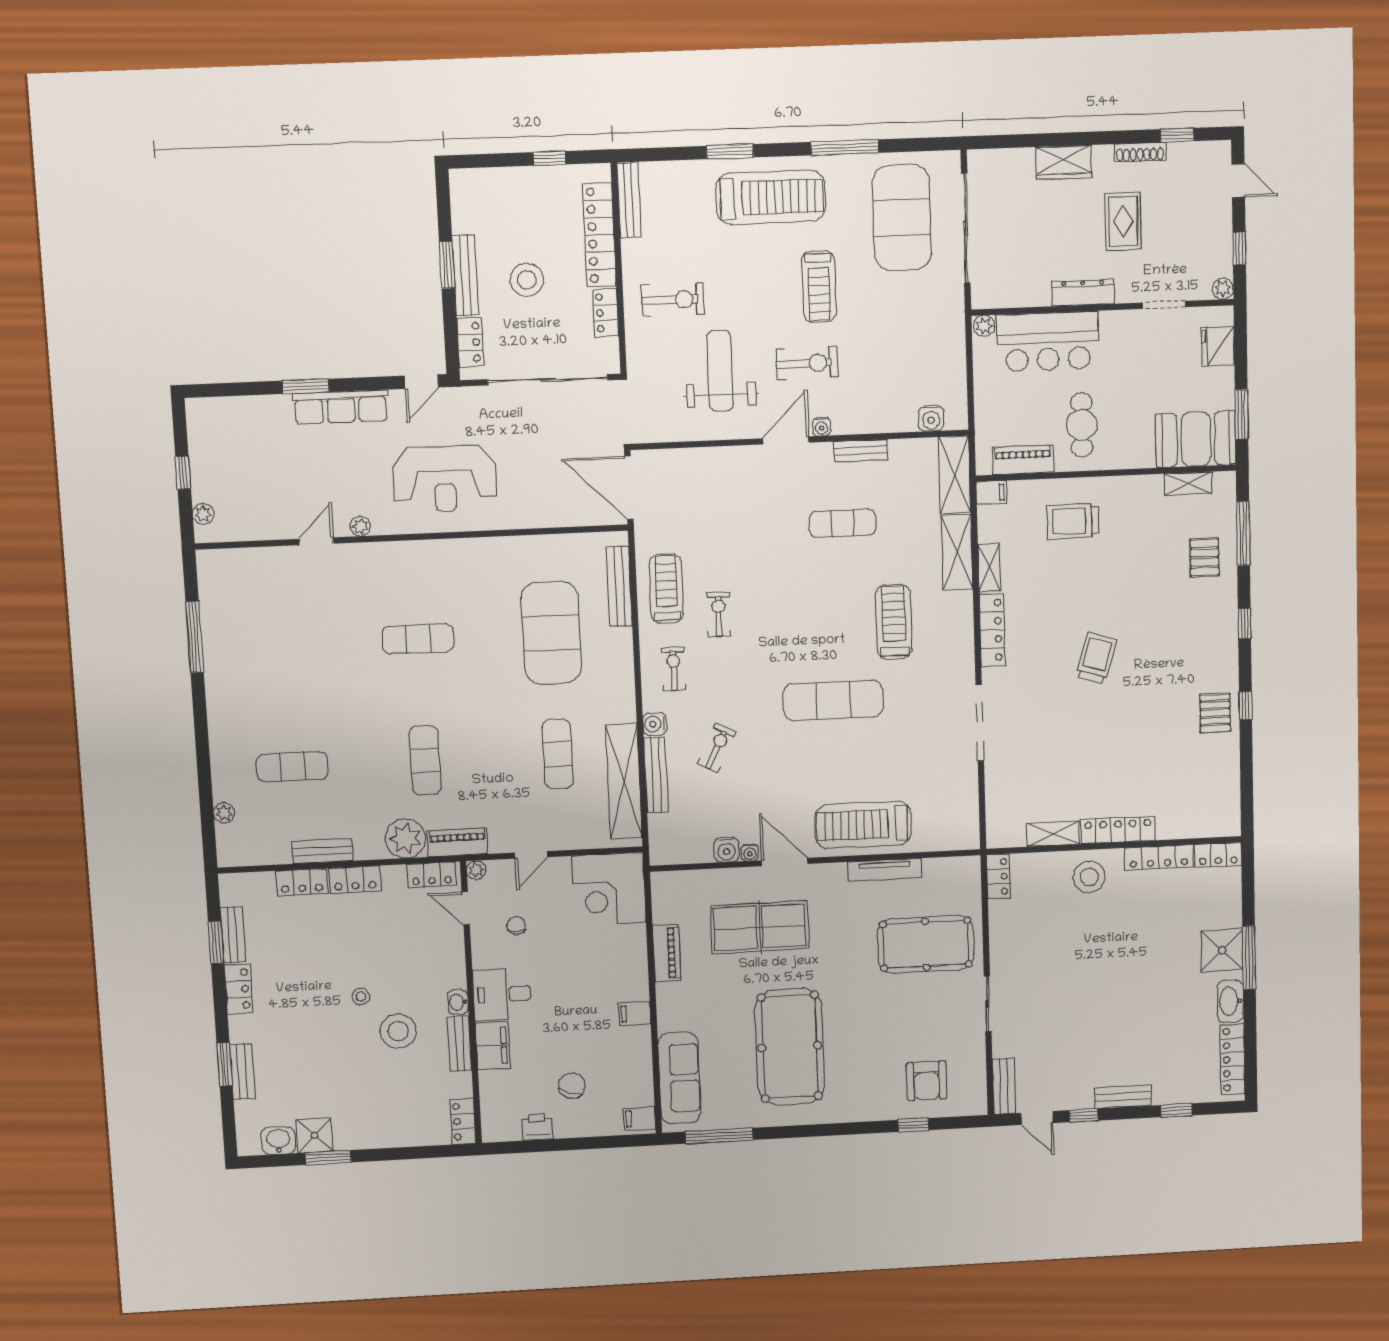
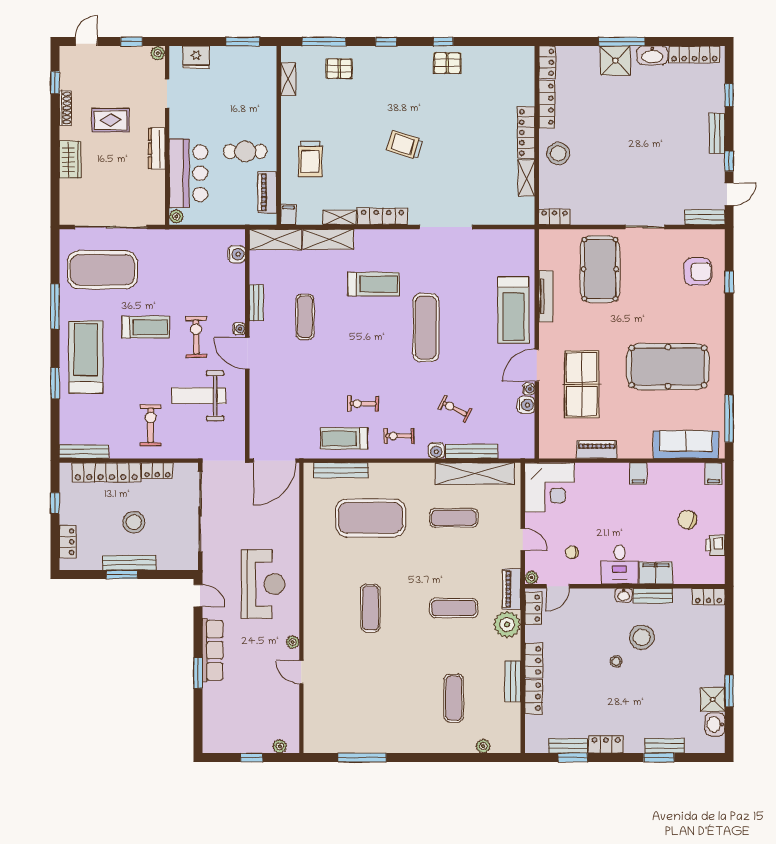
locker: (470, 342) -> (68, 542), moved, turned 90
booth: (1196, 439) -> (258, 73), removed
treadmill: (894, 622) -> (374, 284), turned 180

